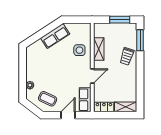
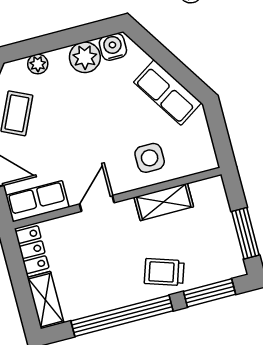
water cooler: (31, 53) -> (113, 47), added
plant: (32, 66) -> (85, 57), added
door: (92, 76) -> (97, 203), swing flipped
window: (140, 78) -> (122, 316), added

